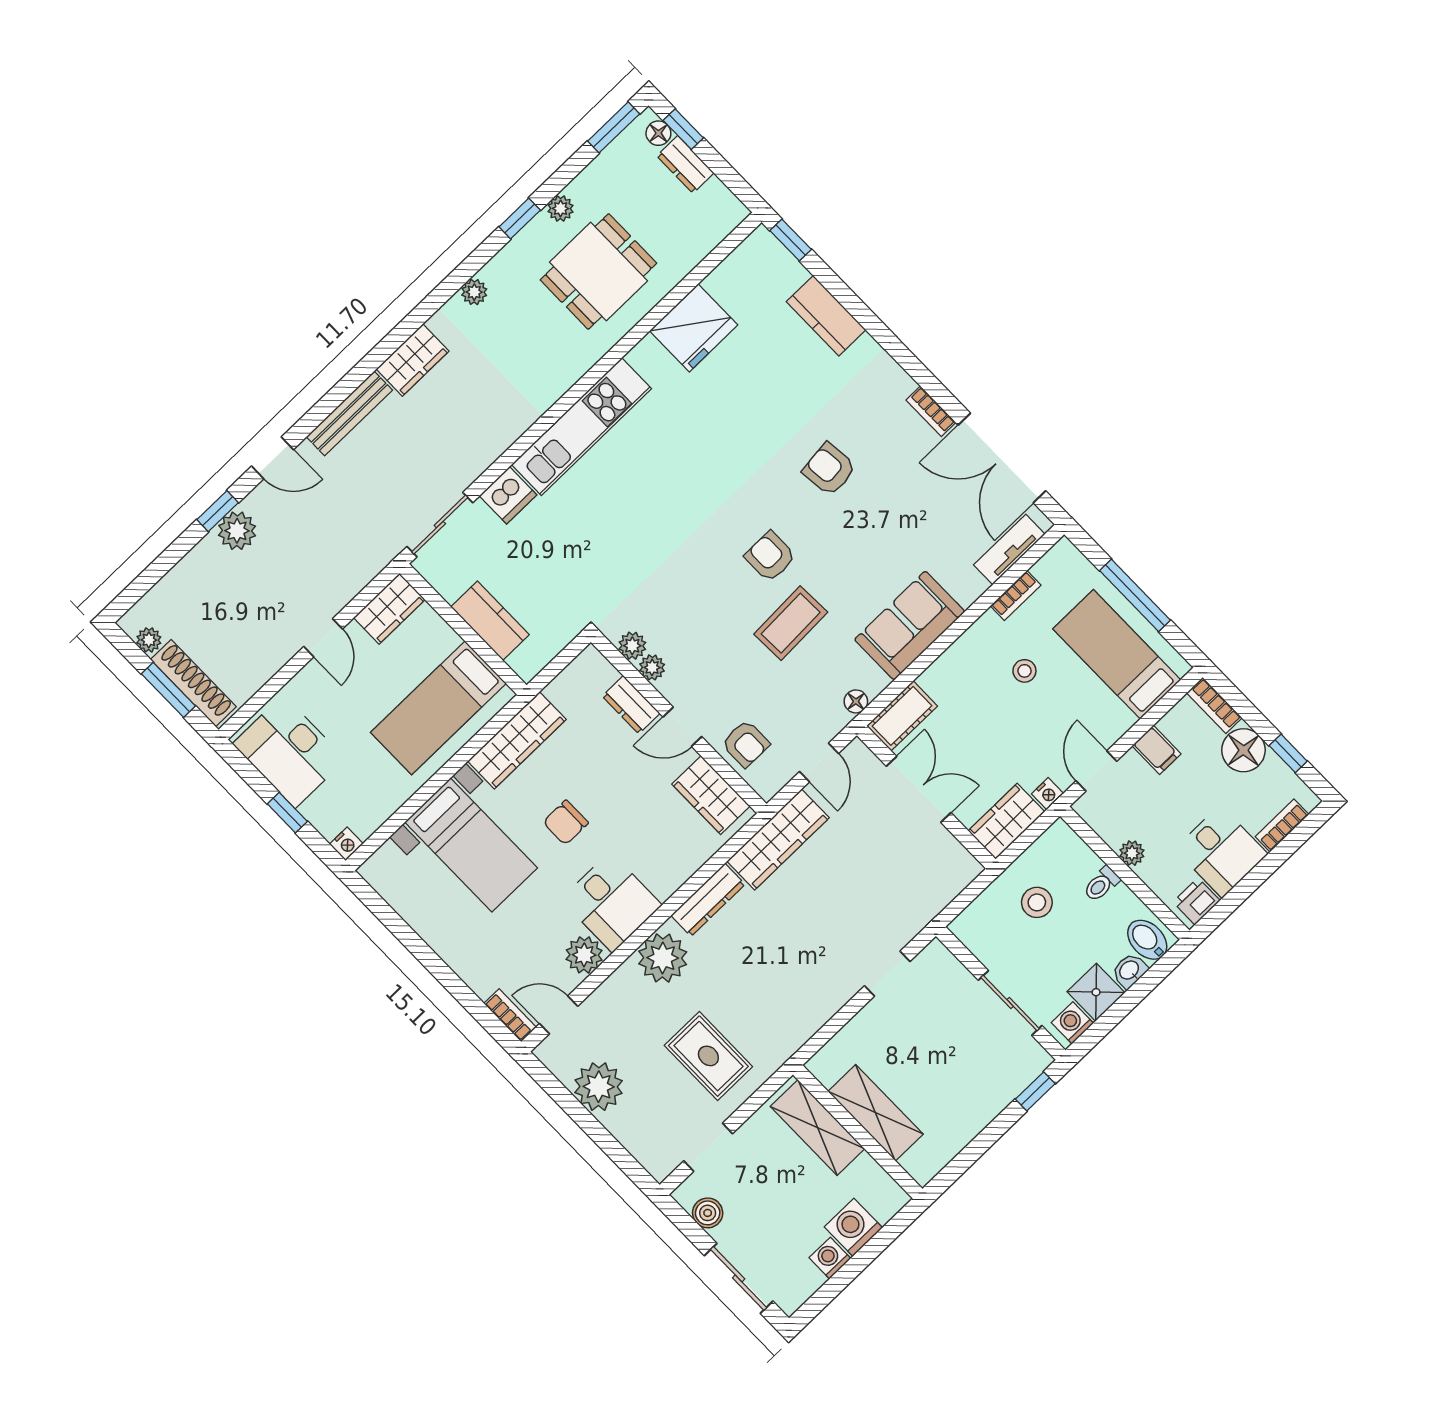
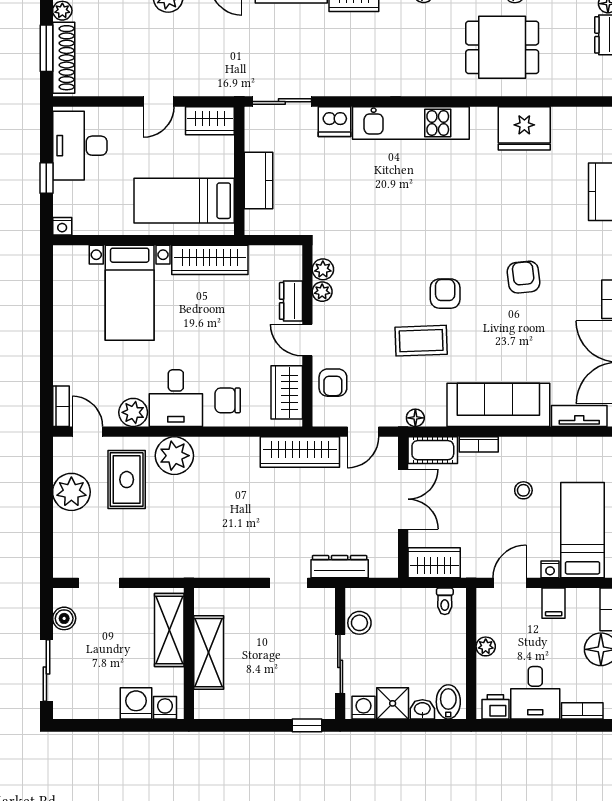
bookcase: (1016, 595) -> (479, 444), moved
sofa: (910, 625) -> (498, 405), width x1.36
nightstand: (1048, 794) -> (550, 569), moved
chair: (566, 822) -> (228, 400), moved
toilet: (1101, 884) -> (445, 601), moved, turned -90
dresser: (708, 900) -> (340, 567), moved, turned 180
stool: (1037, 902) -> (359, 623), moved
rug: (708, 1056) -> (127, 480), moved
washing machine: (830, 1258) -> (165, 708), moved

